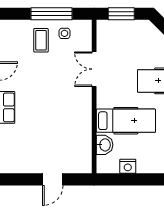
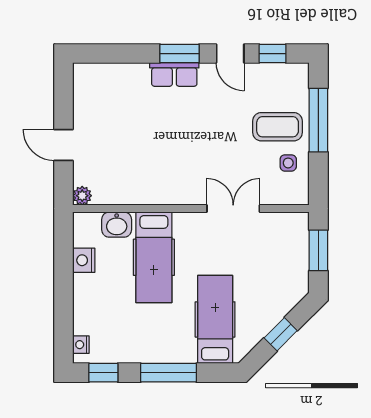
window: (52, 14) -> (318, 120), moved
coffee table: (41, 40) -> (278, 127), width x1.36, depth x1.30
plant: (86, 167) -> (82, 196), added

